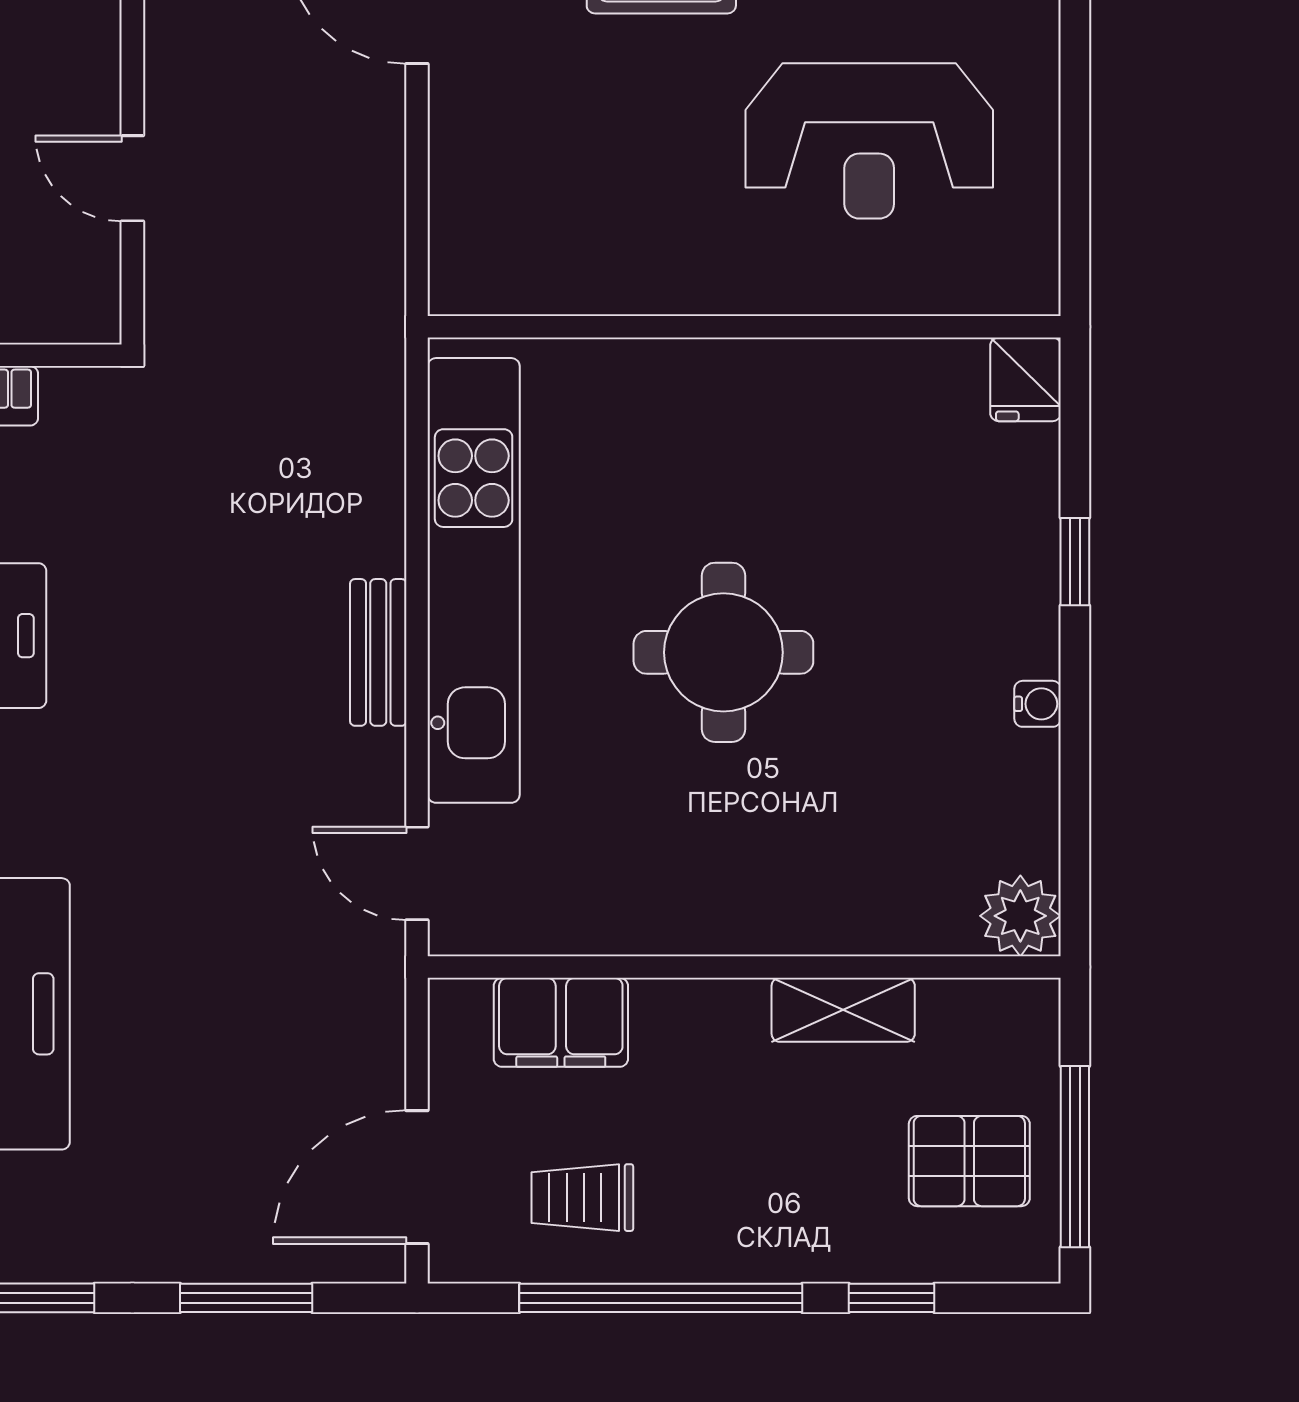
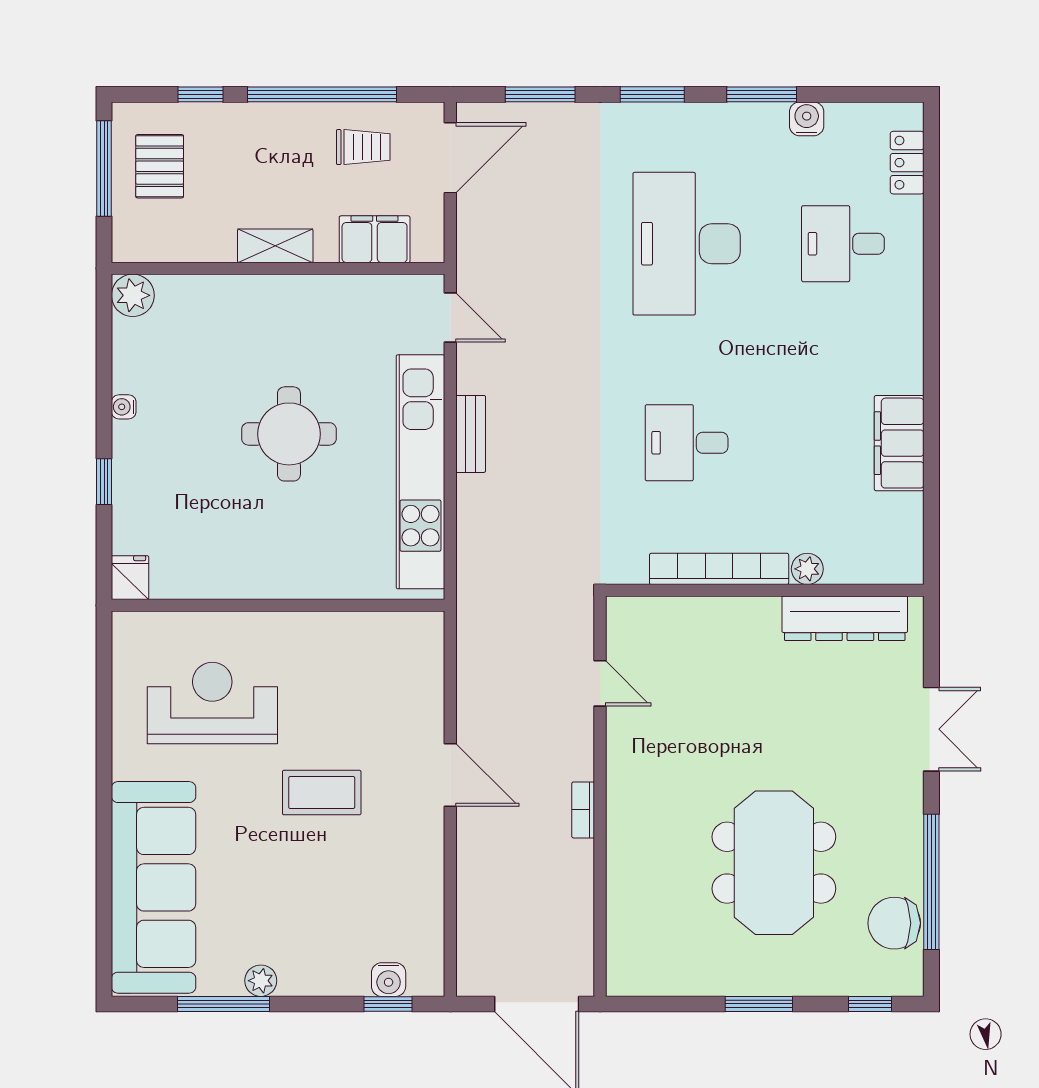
shelving: (843, 1010) -> (275, 246), moved
pallet: (969, 1161) -> (160, 166), turned 90

